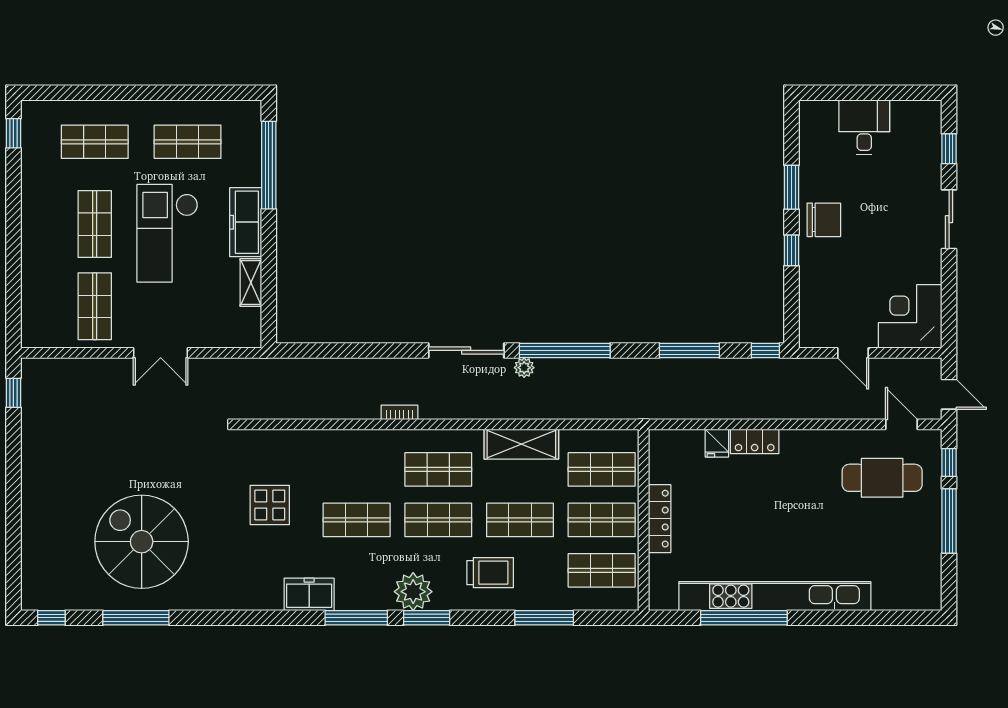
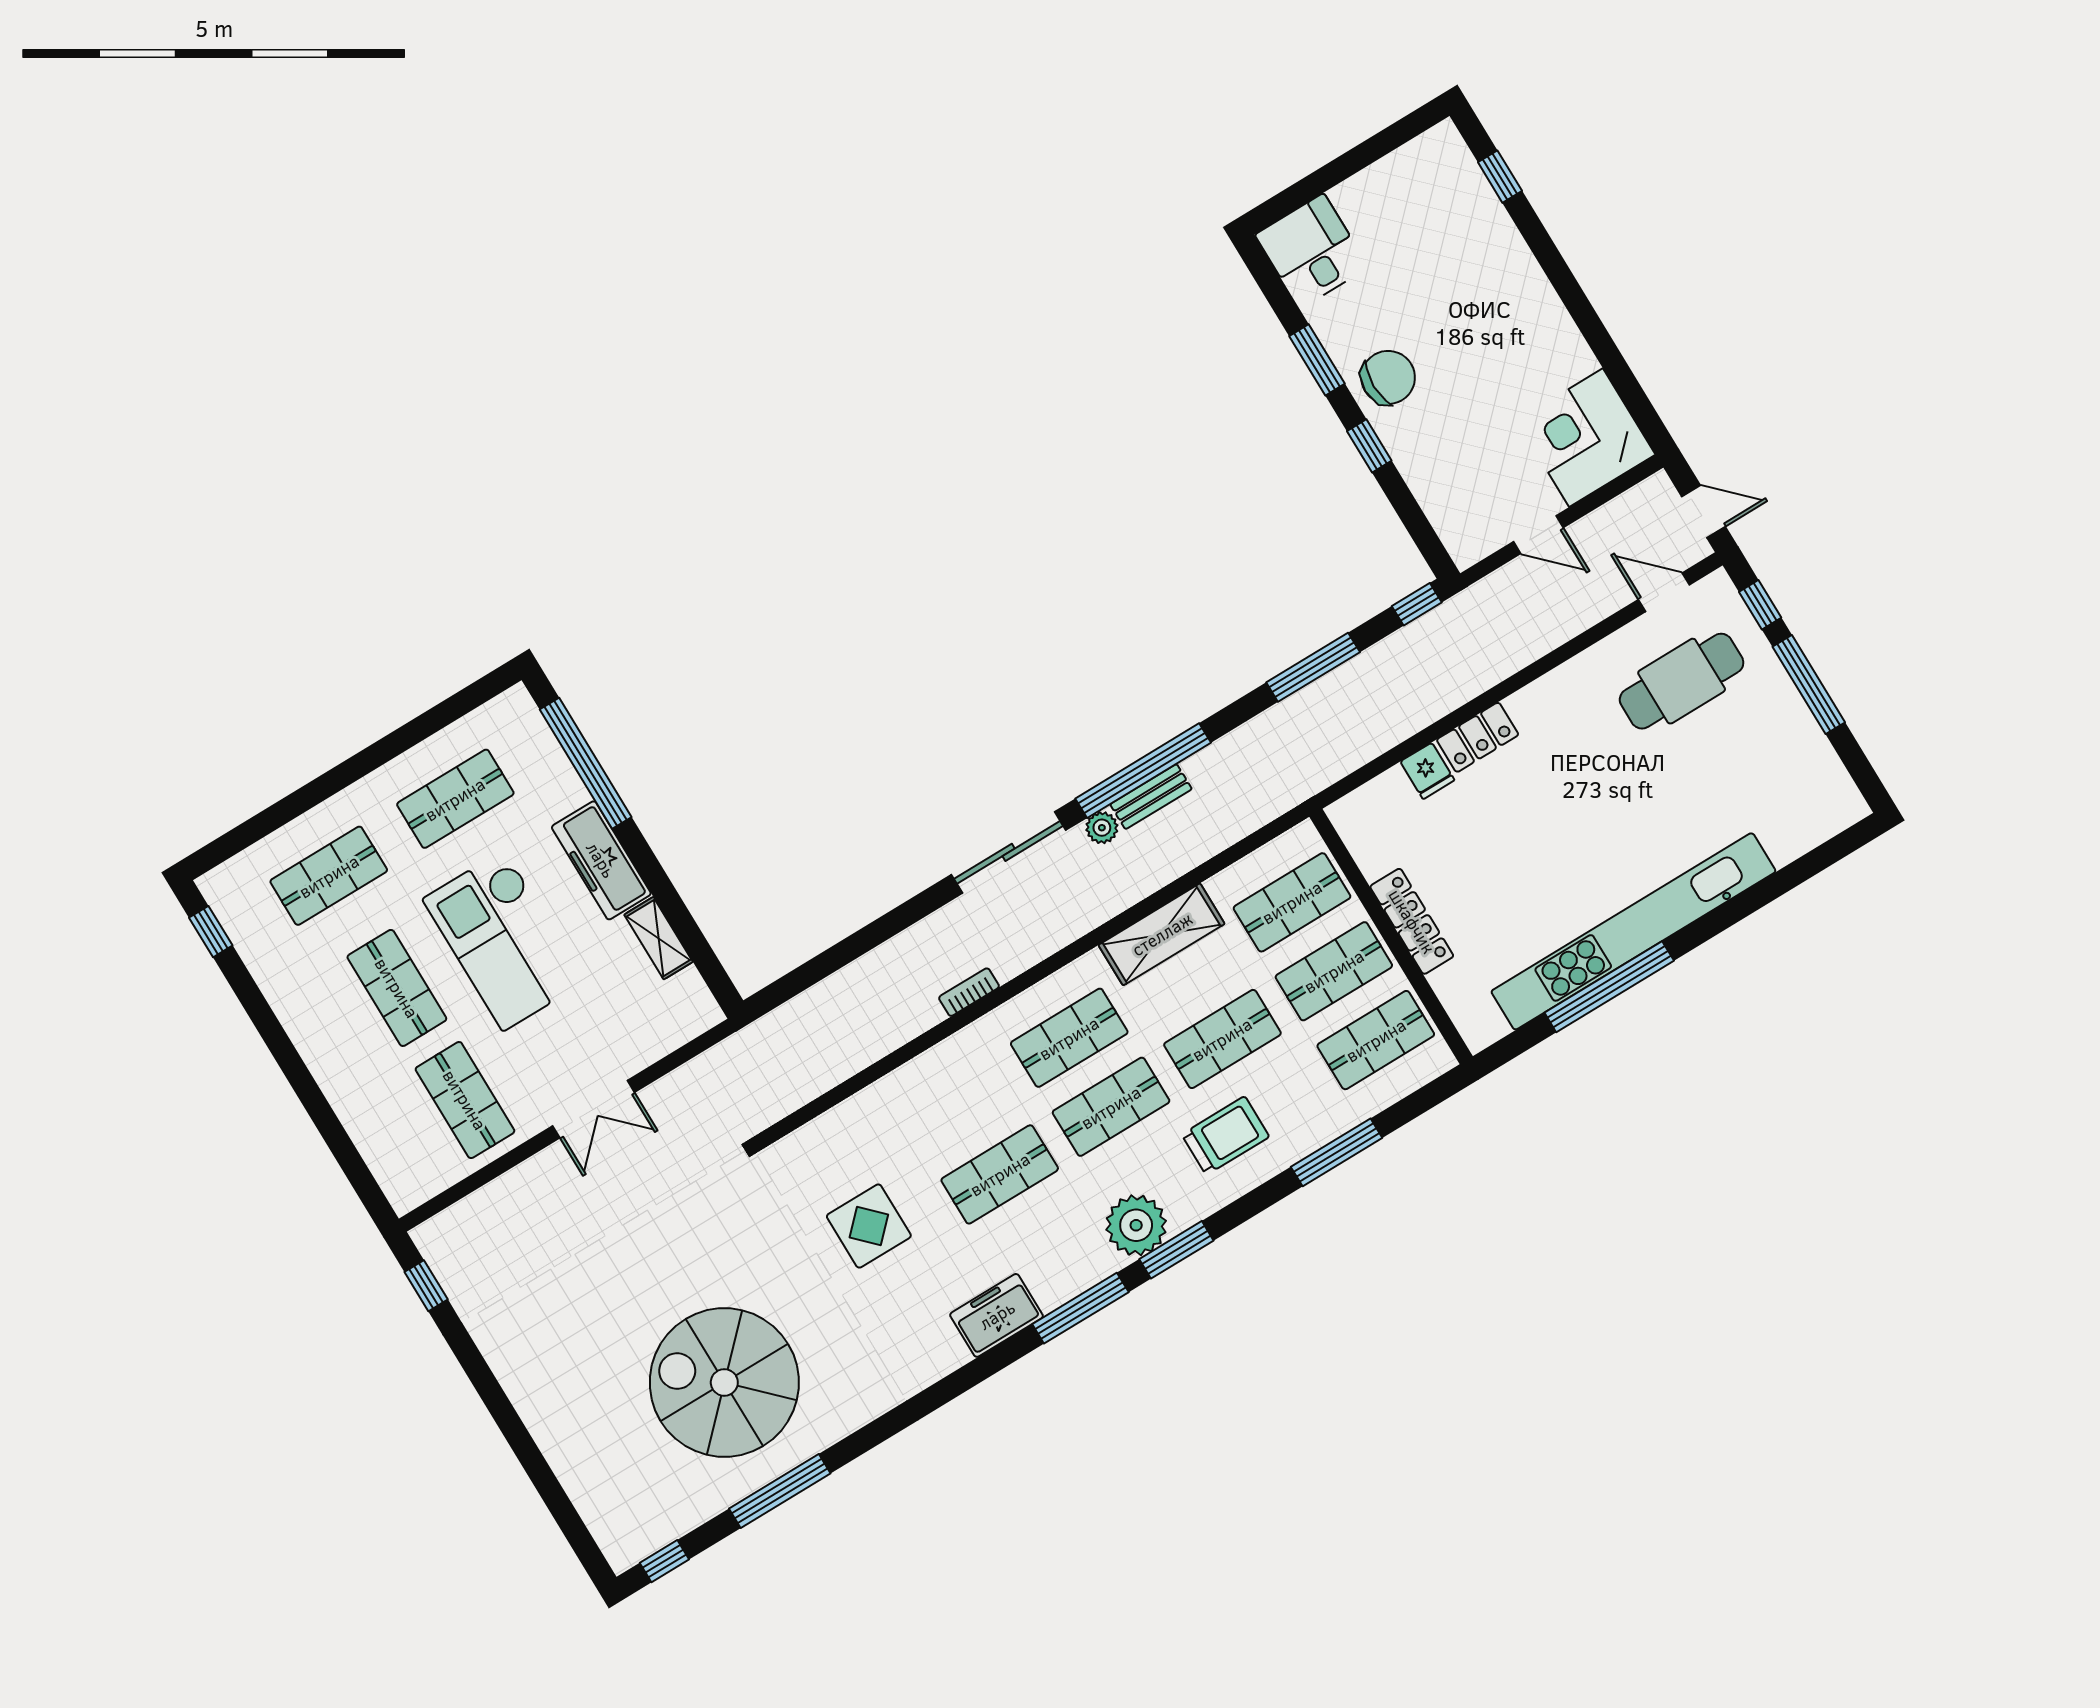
desk: (864, 127) -> (1312, 251), moved
sliding door: (949, 219) -> (1558, 273), removed
bench: (561, 367) -> (1151, 797), added

